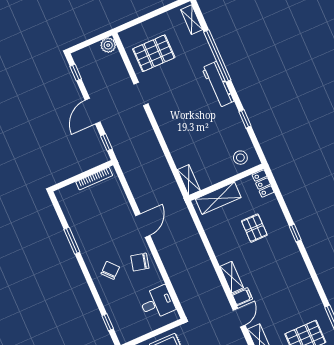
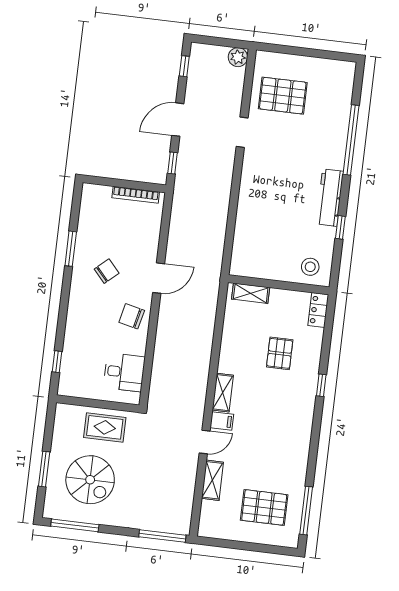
shelving: (192, 20) -> (346, 83), removed
workbench: (218, 85) -> (330, 198), moved
shelving: (189, 180) -> (239, 258), removed
shelving: (218, 198) -> (251, 293), width x0.67, depth x0.75
chair: (110, 270) -> (107, 271), moved

